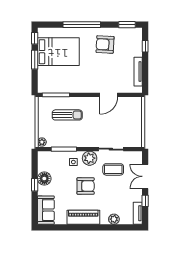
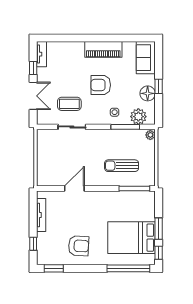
window: (82, 25) -> (128, 268), moved
plant: (90, 158) -> (138, 117), moved
plant: (114, 219) -> (68, 47), removed

